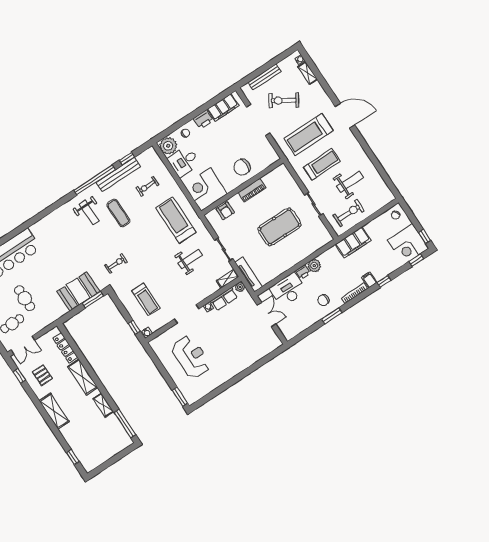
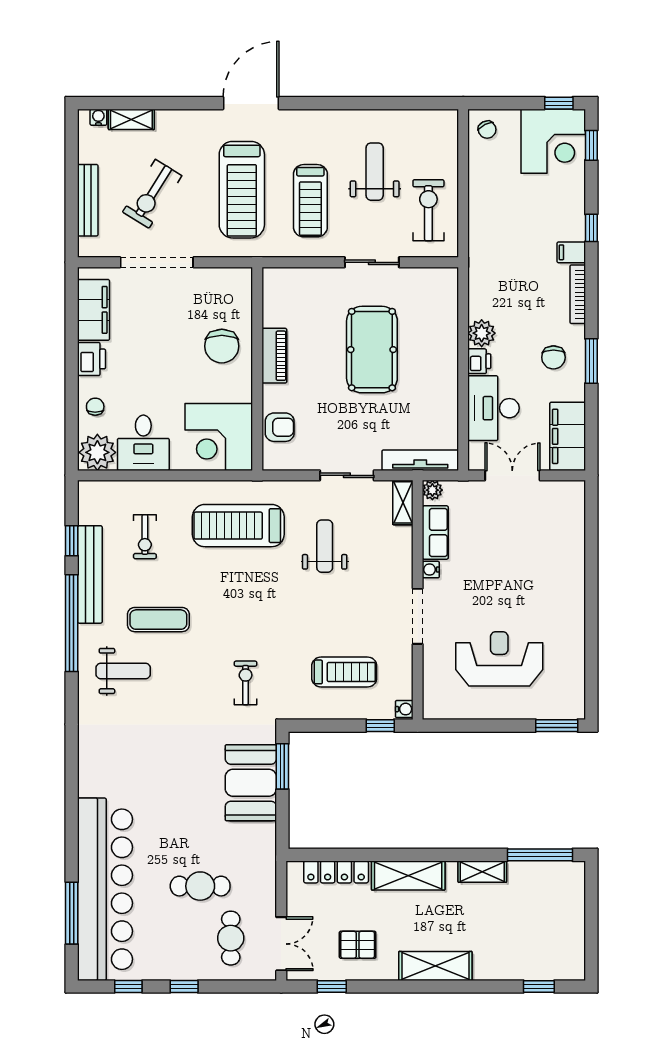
treadmill: (322, 164) -> (310, 201), turned 180
filing cabinet: (353, 242) -> (568, 436), moved, turned 180

